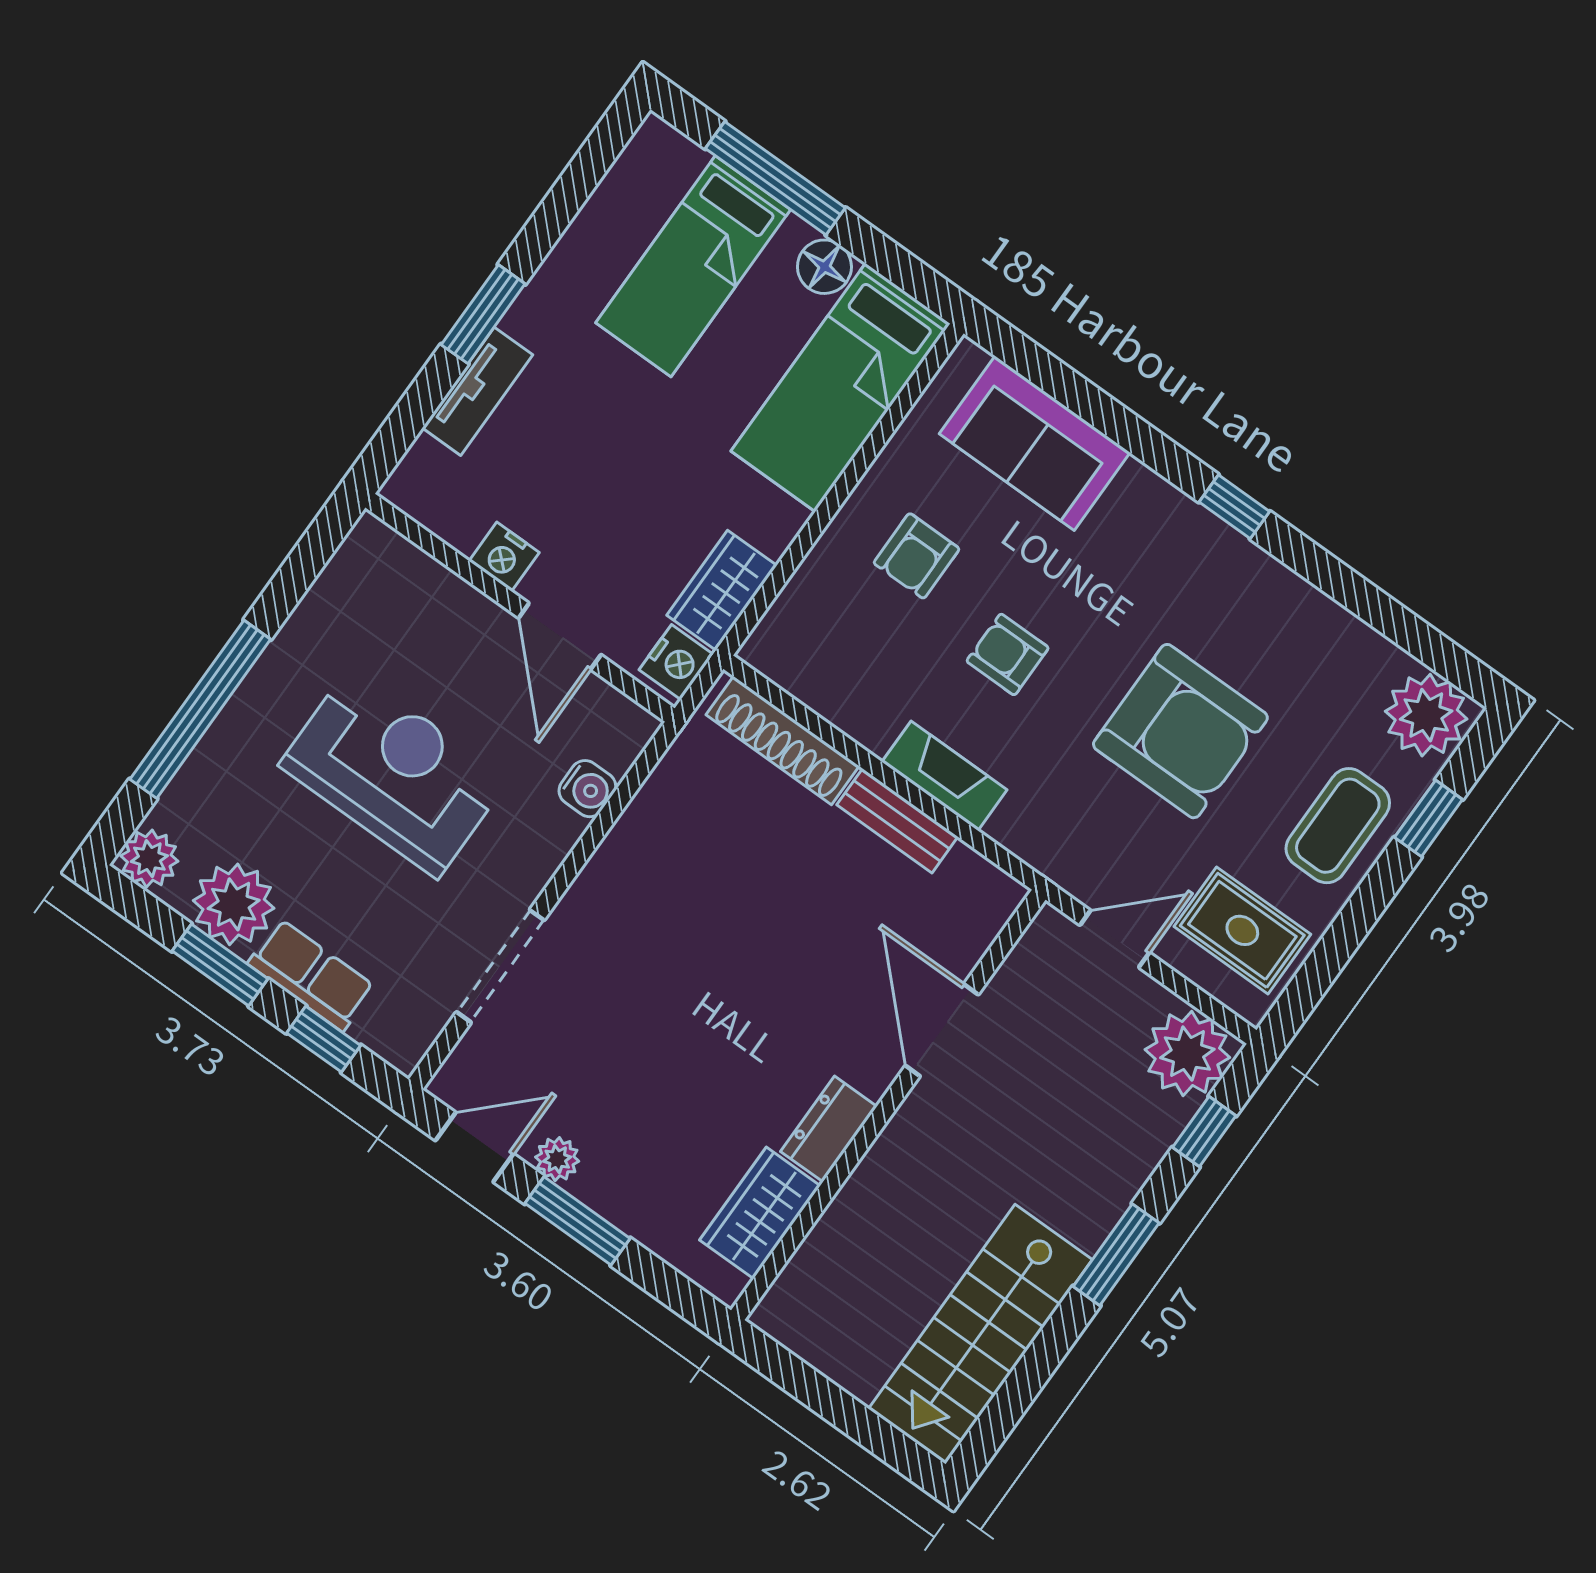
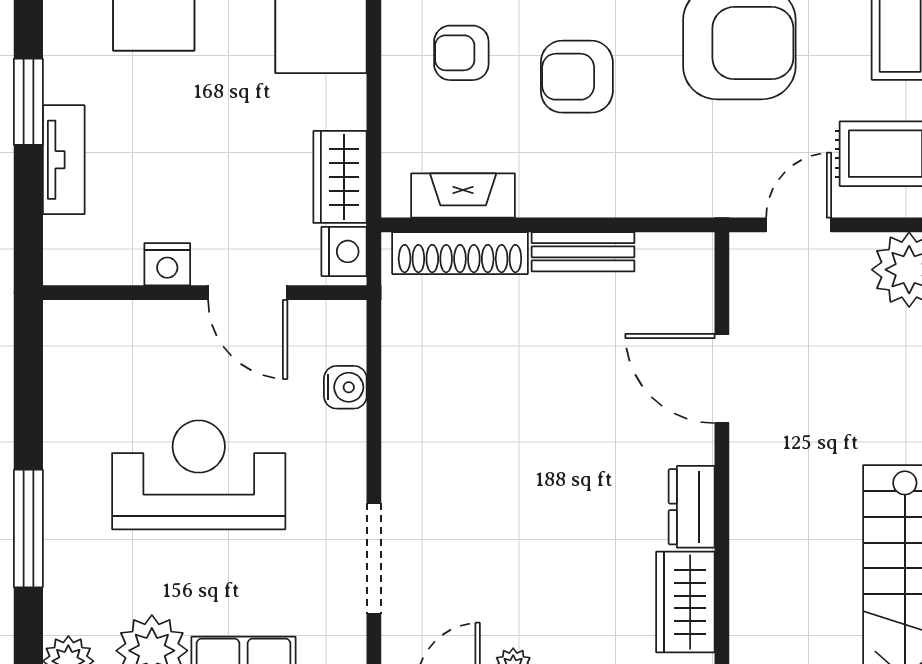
armchair: (916, 556) -> (461, 53), turned 90
armchair: (1008, 654) -> (577, 77), width x1.38, depth x1.38
window: (200, 709) -> (28, 528), width x0.68
fireplace: (944, 776) -> (463, 196), moved

